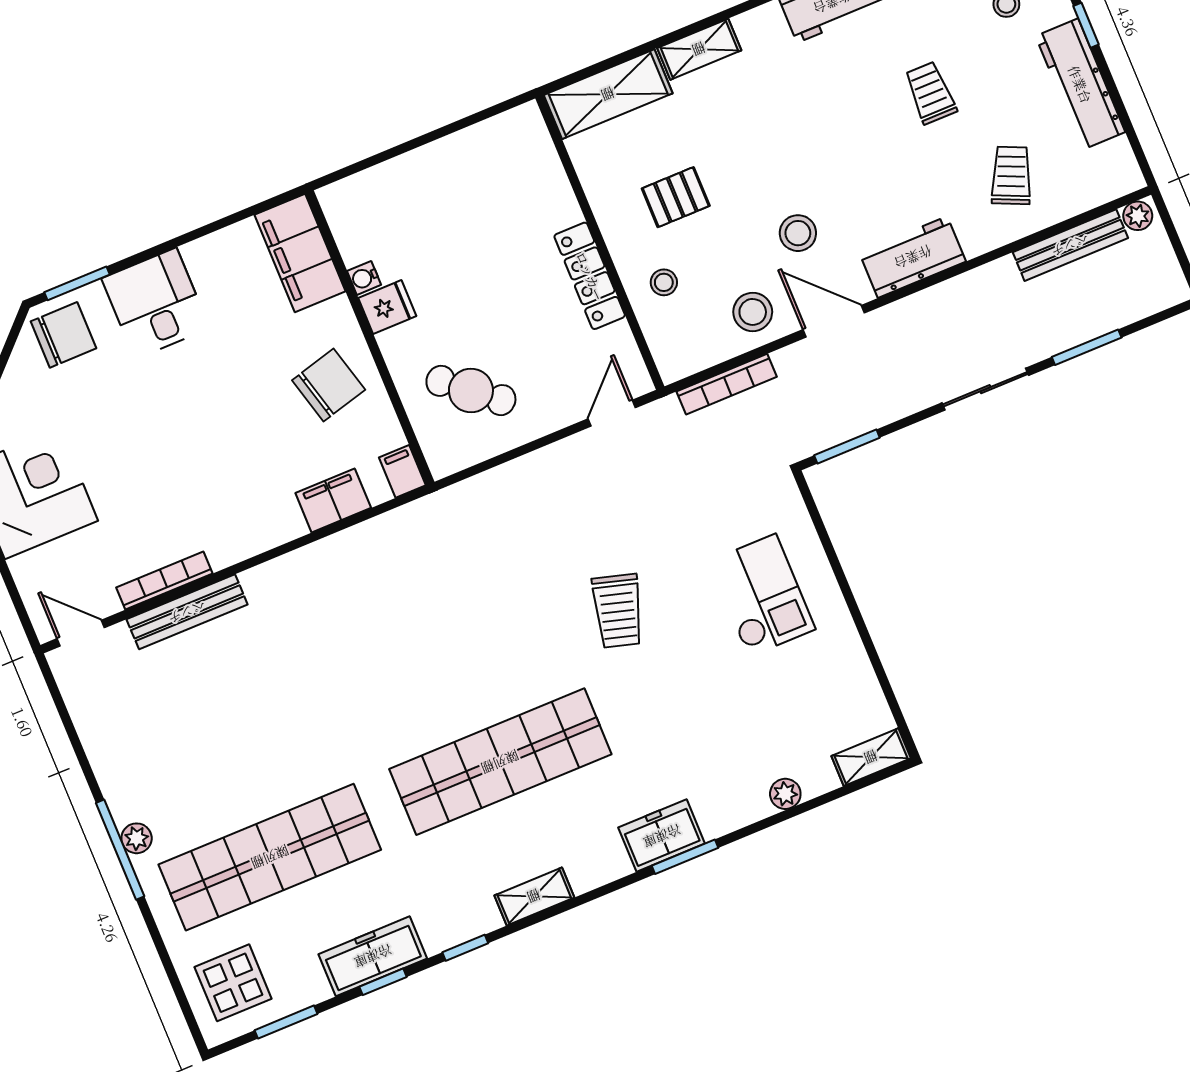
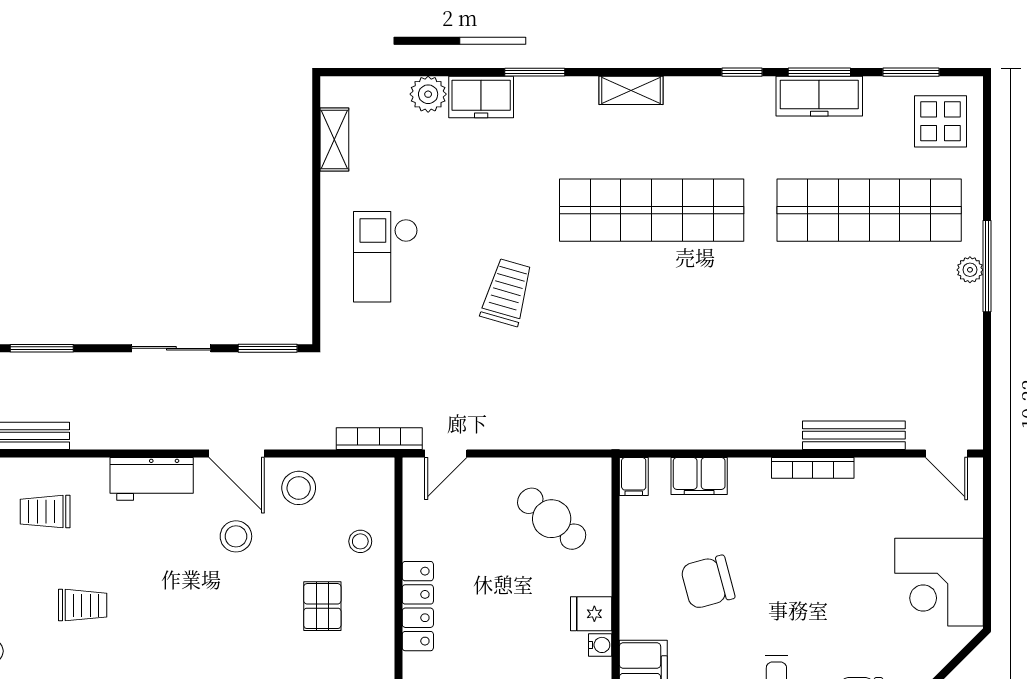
trolley: (930, 93) -> (83, 605), turned -90
trolley: (1011, 175) -> (45, 512), turned 66
pallet: (676, 197) -> (322, 606), turned 90
locker: (590, 276) -> (418, 606), moved
bookcase: (727, 384) -> (379, 439), moved
chair: (329, 385) -> (708, 582), moved
sliding door: (985, 389) -> (171, 348), moved
bookcase: (164, 580) -> (813, 468), moved
shelving: (871, 757) -> (334, 140), moved, turned 90
plant: (785, 794) -> (428, 94), width x1.38, depth x1.38
freezer: (662, 836) -> (481, 97), moved
shelving: (534, 896) -> (631, 90), moved
window: (383, 982) -> (819, 72), width x1.50

